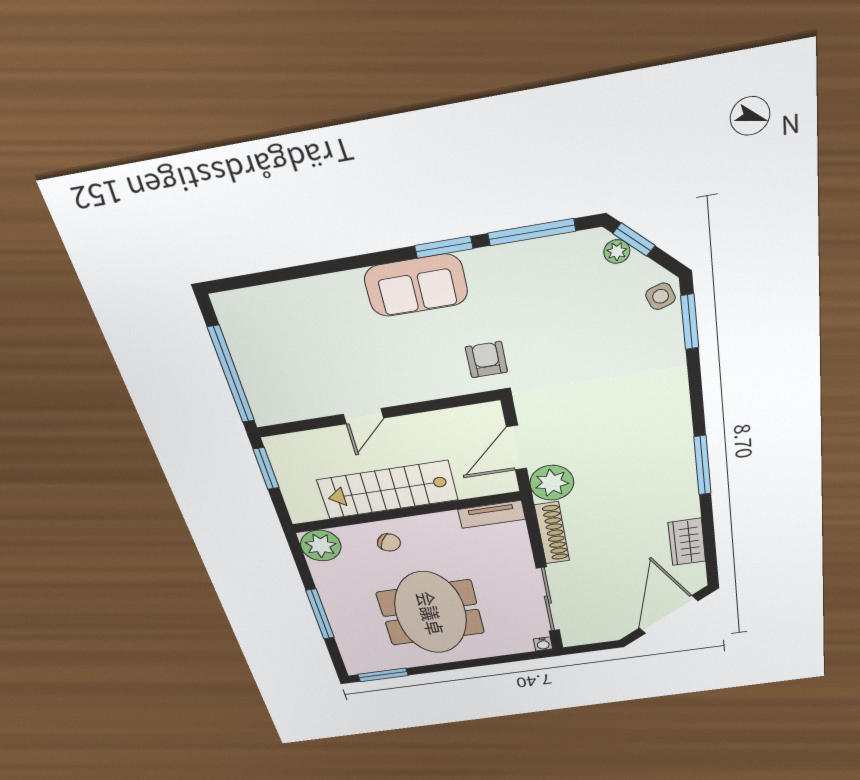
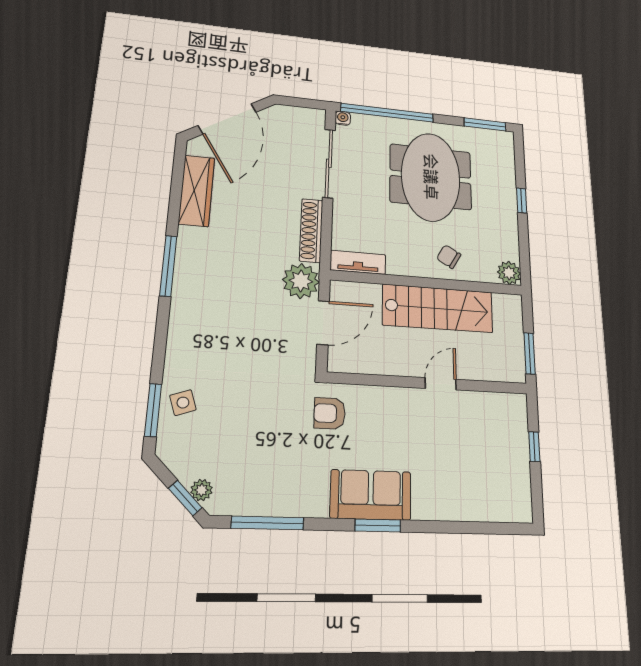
window: (444, 247) -> (378, 525), moved
side table: (661, 296) -> (183, 403), moved
armchair: (486, 360) -> (330, 413), turned 90
window: (231, 375) -> (534, 447), width x0.32
wardrobe: (687, 542) -> (197, 191), width x1.50
plant: (321, 546) -> (509, 273), width x0.73, depth x0.73
window: (320, 614) -> (522, 200), width x0.46
window: (495, 660) -> (387, 113), added

